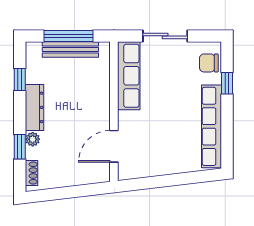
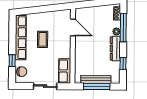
row of seats: (129, 76) -> (65, 71), width x0.68
coffee table: (170, 124) -> (43, 39), added
door: (114, 146) -> (73, 27), hinge flipped
window: (20, 147) -> (123, 28), width x2.17

